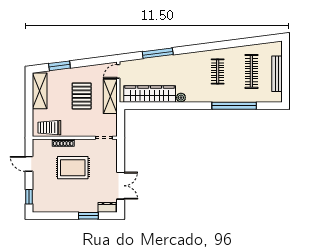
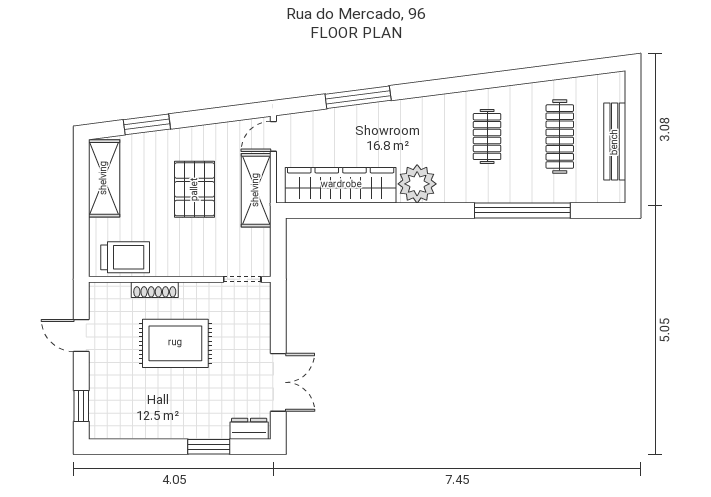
plant: (181, 98) -> (417, 184), width x1.87, depth x1.87
trolley: (49, 128) -> (125, 257), turned 180

